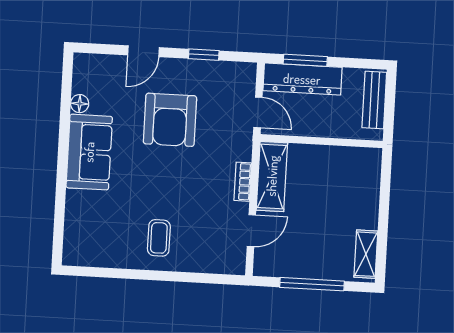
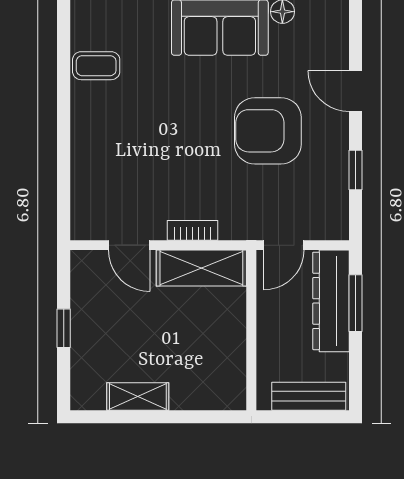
coffee table: (159, 238) -> (96, 66), moved
shelving: (366, 254) -> (138, 396), moved
window: (312, 284) -> (64, 328), width x0.46

